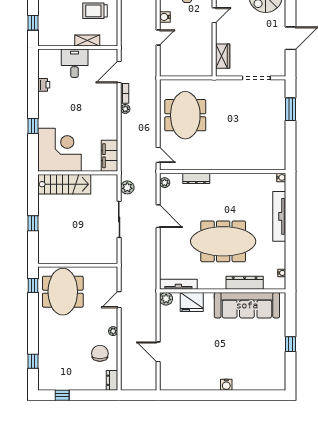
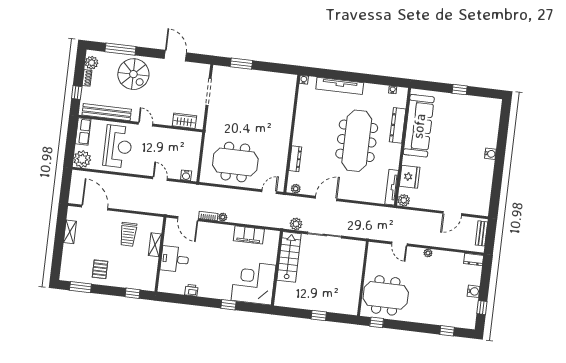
water cooler: (165, 17) -> (186, 175), moved
filing cabinet: (110, 156) -> (249, 235), moved
stairs: (64, 184) -> (289, 257), moved
chair: (100, 353) -> (447, 268), removed
water cooler: (78, 384) -> (474, 291), added
bench: (141, 385) -> (481, 233), added

